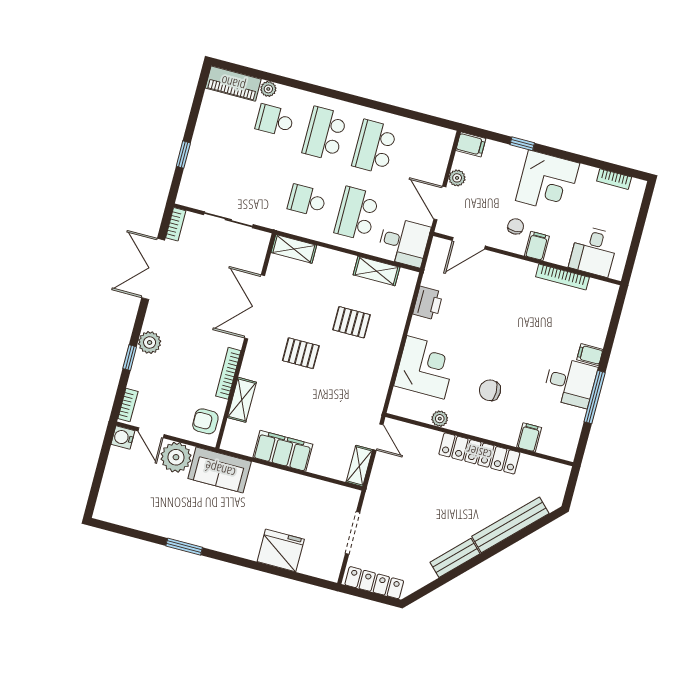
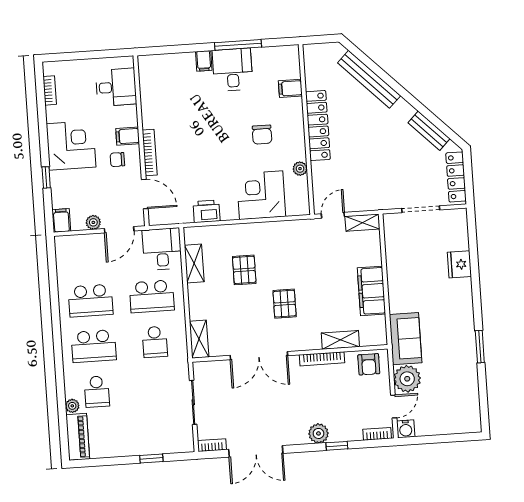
bookcase: (562, 277) -> (150, 153), moved
fridge: (281, 550) -> (459, 264), width x0.73, depth x0.75
bench: (455, 558) -> (429, 131), moved

